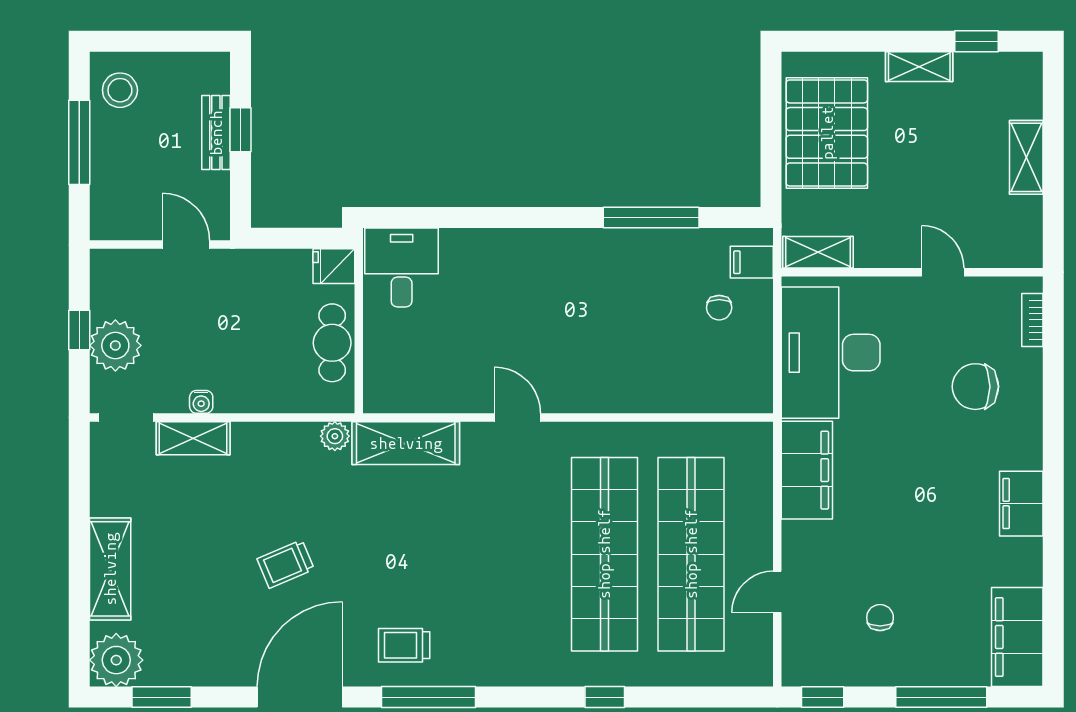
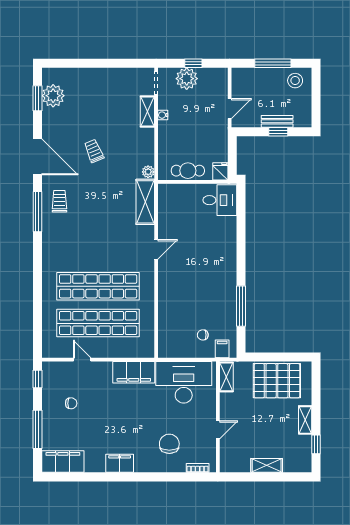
shelving: (110, 569) -> (92, 76), removed
plant: (116, 660) -> (53, 96), moved
window: (605, 697) -> (37, 286), removed

